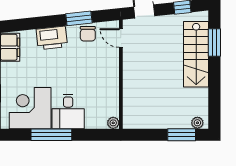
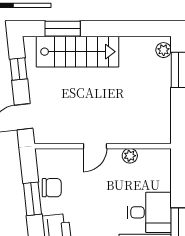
door: (121, 38) -> (95, 146), moved
plant: (113, 123) -> (130, 156), moved

